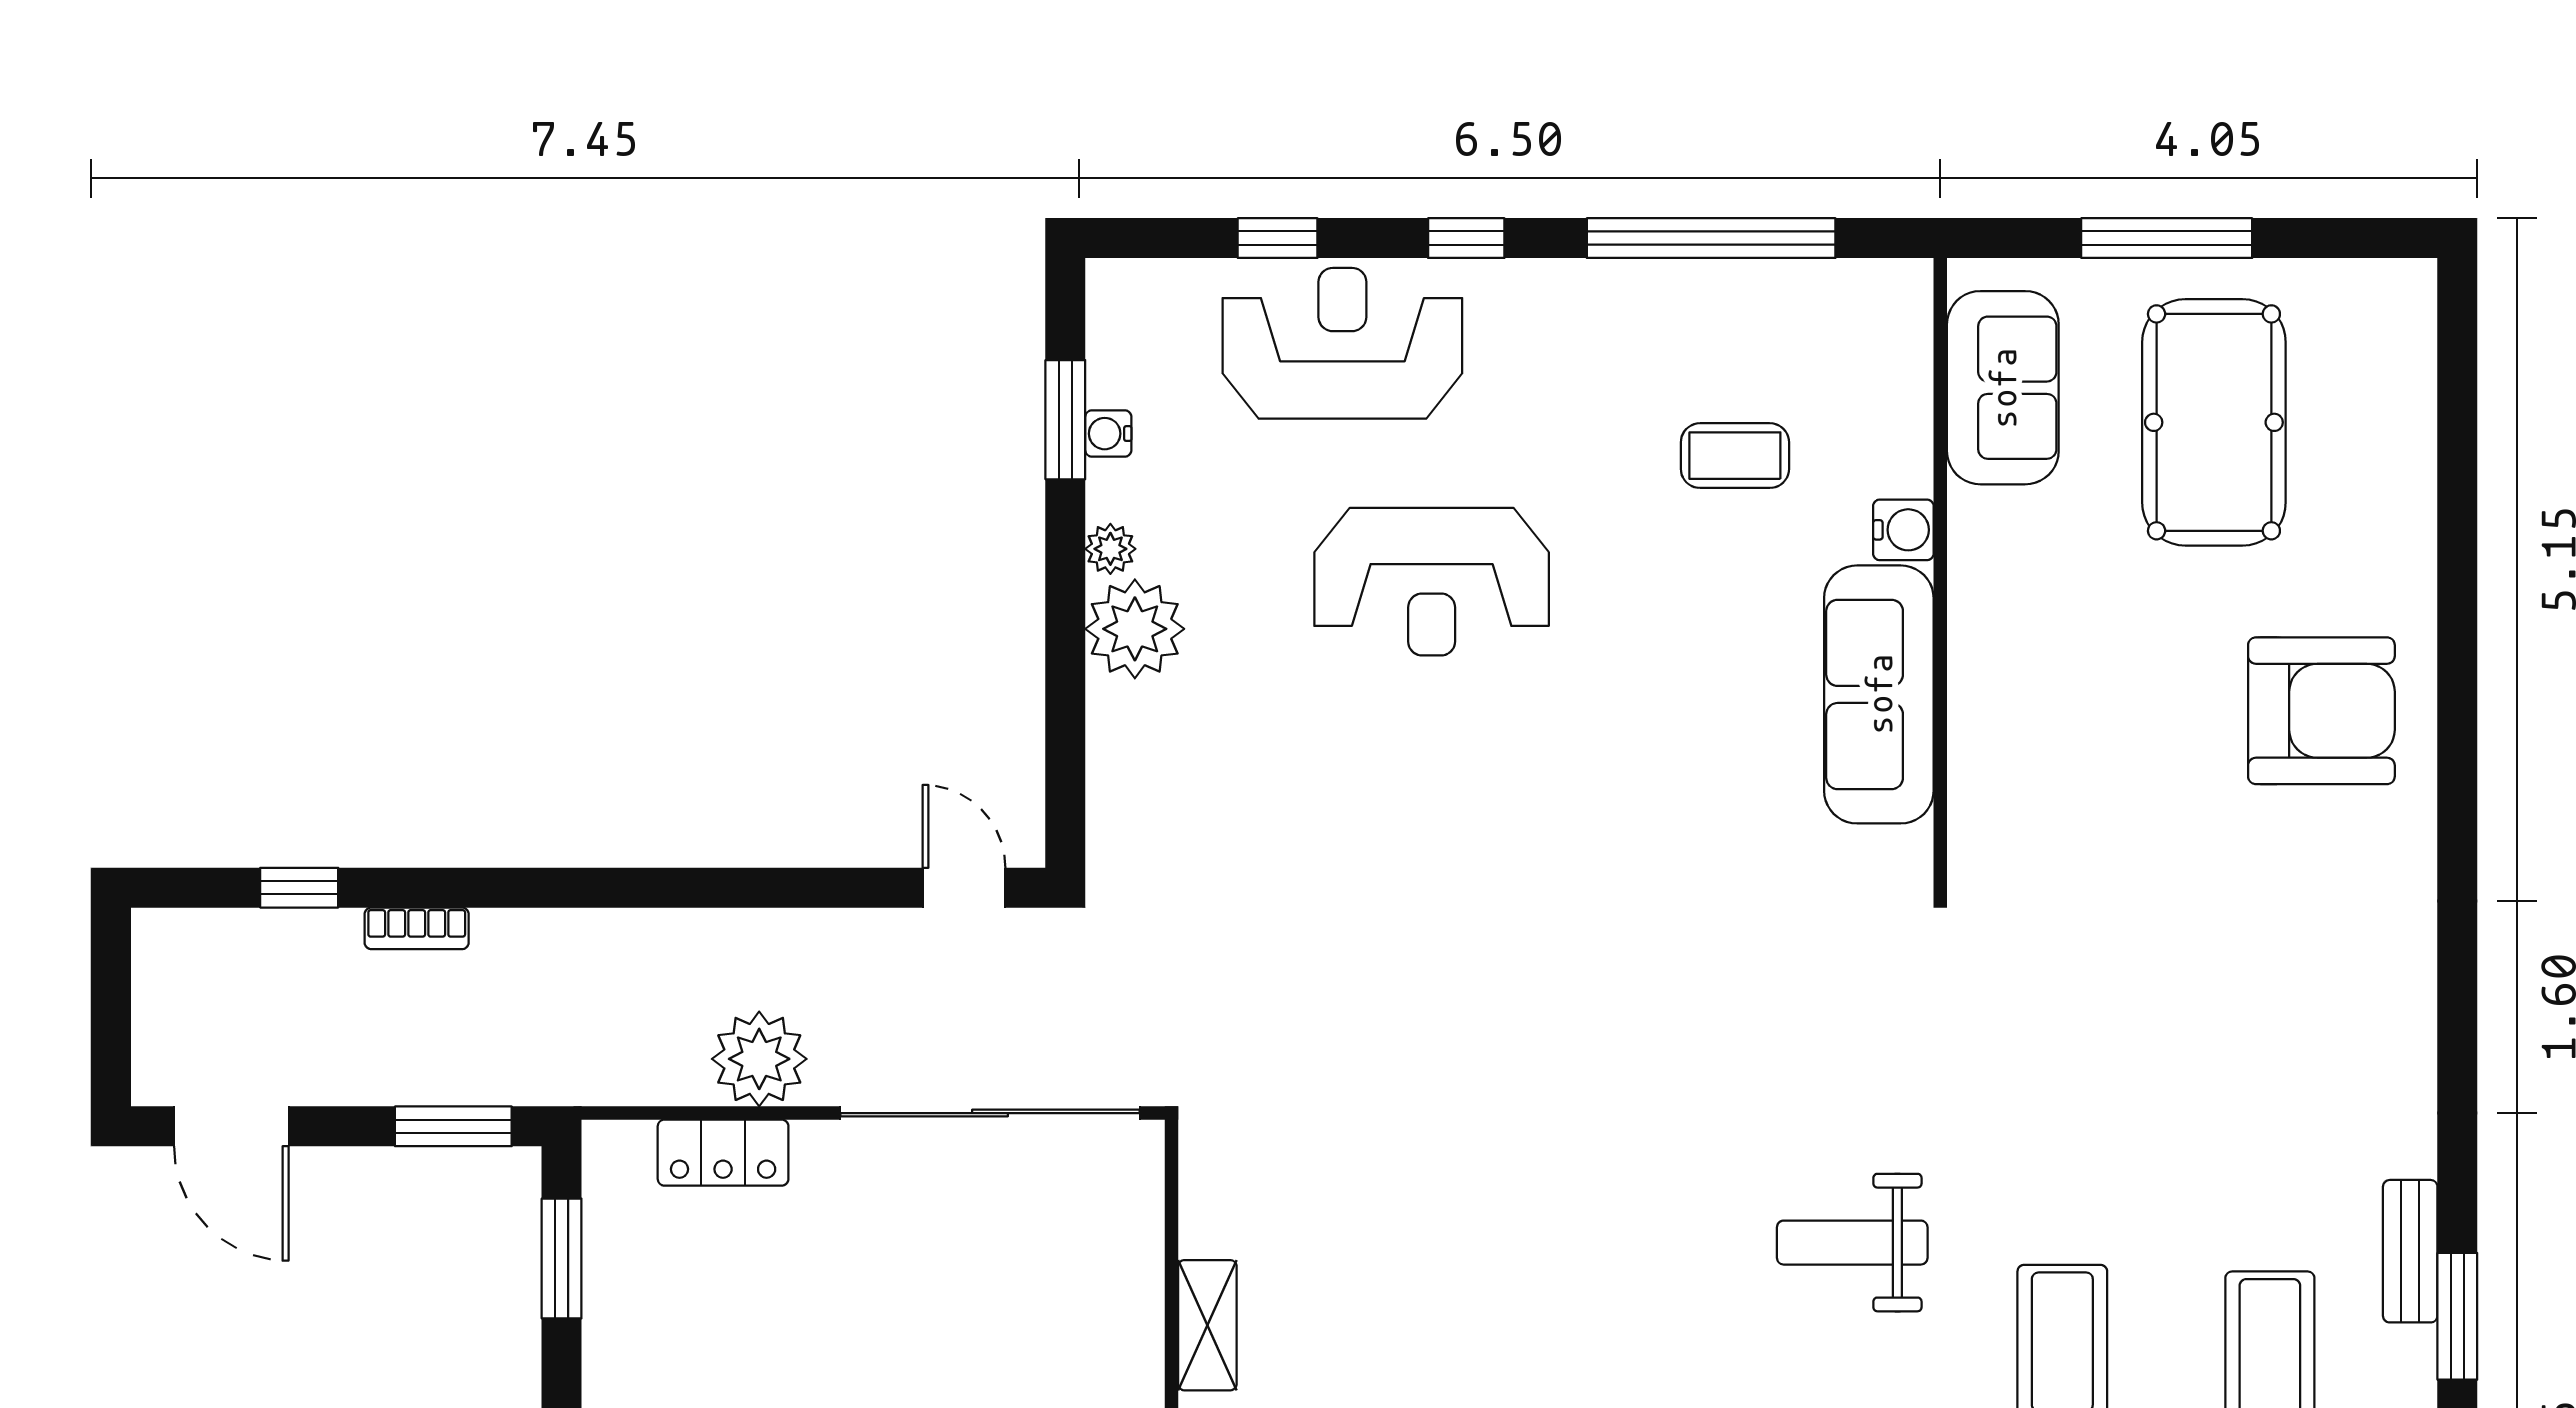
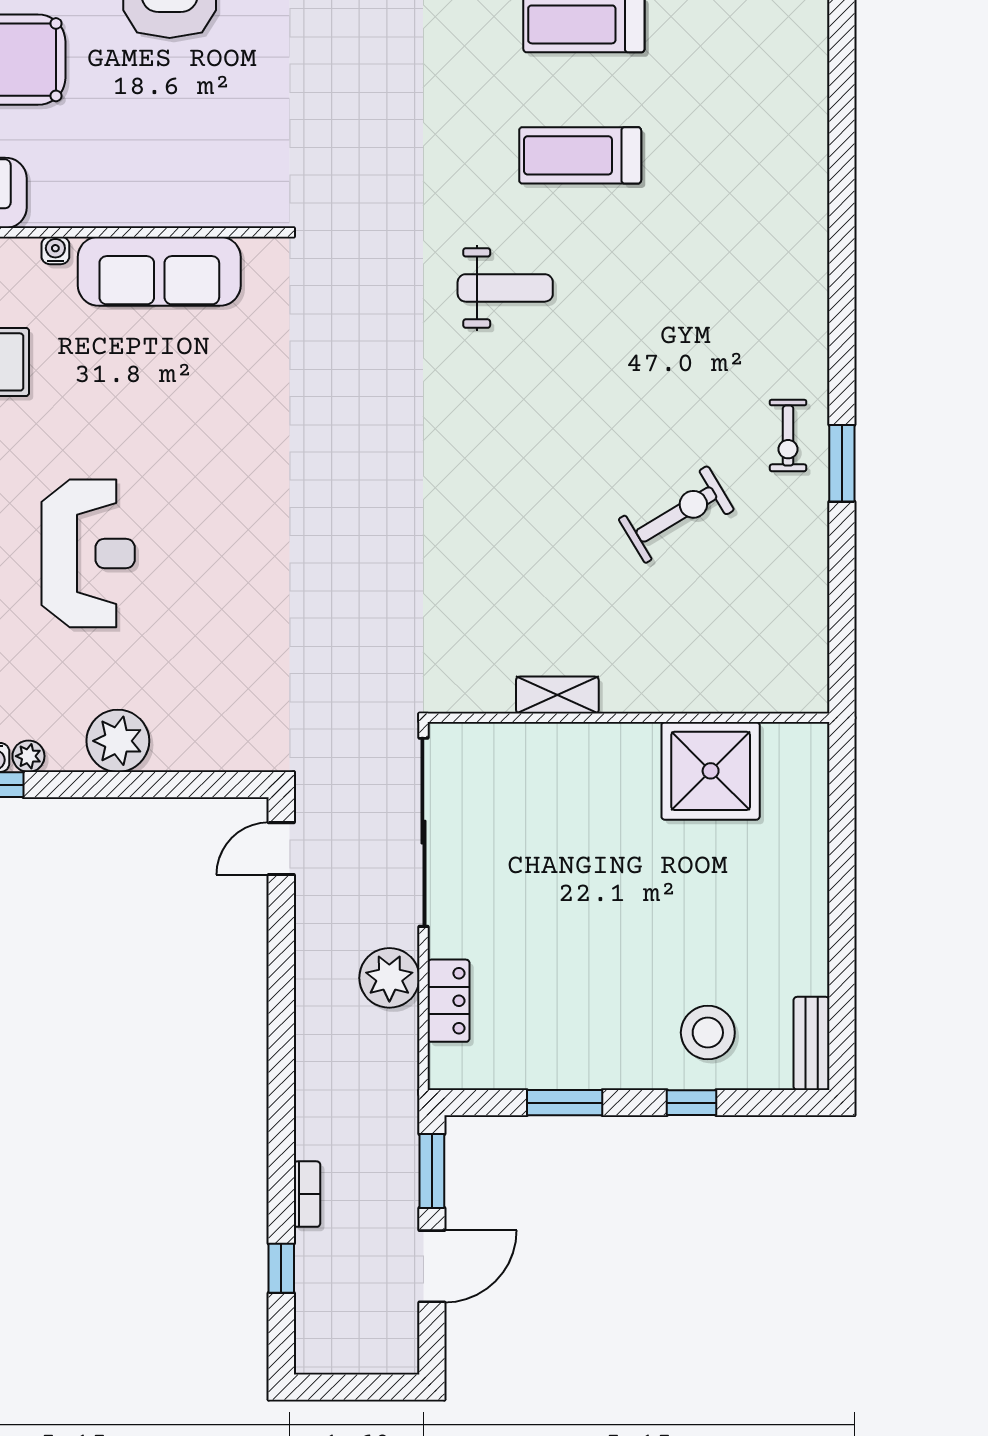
water cooler: (1903, 530) -> (55, 250), width x0.72, depth x0.72
plant: (1110, 549) -> (28, 756), moved
door: (231, 1126) -> (432, 1266), moved
weight bench: (1852, 1243) -> (505, 288), turned -90
window: (562, 1258) -> (565, 1103), moved

